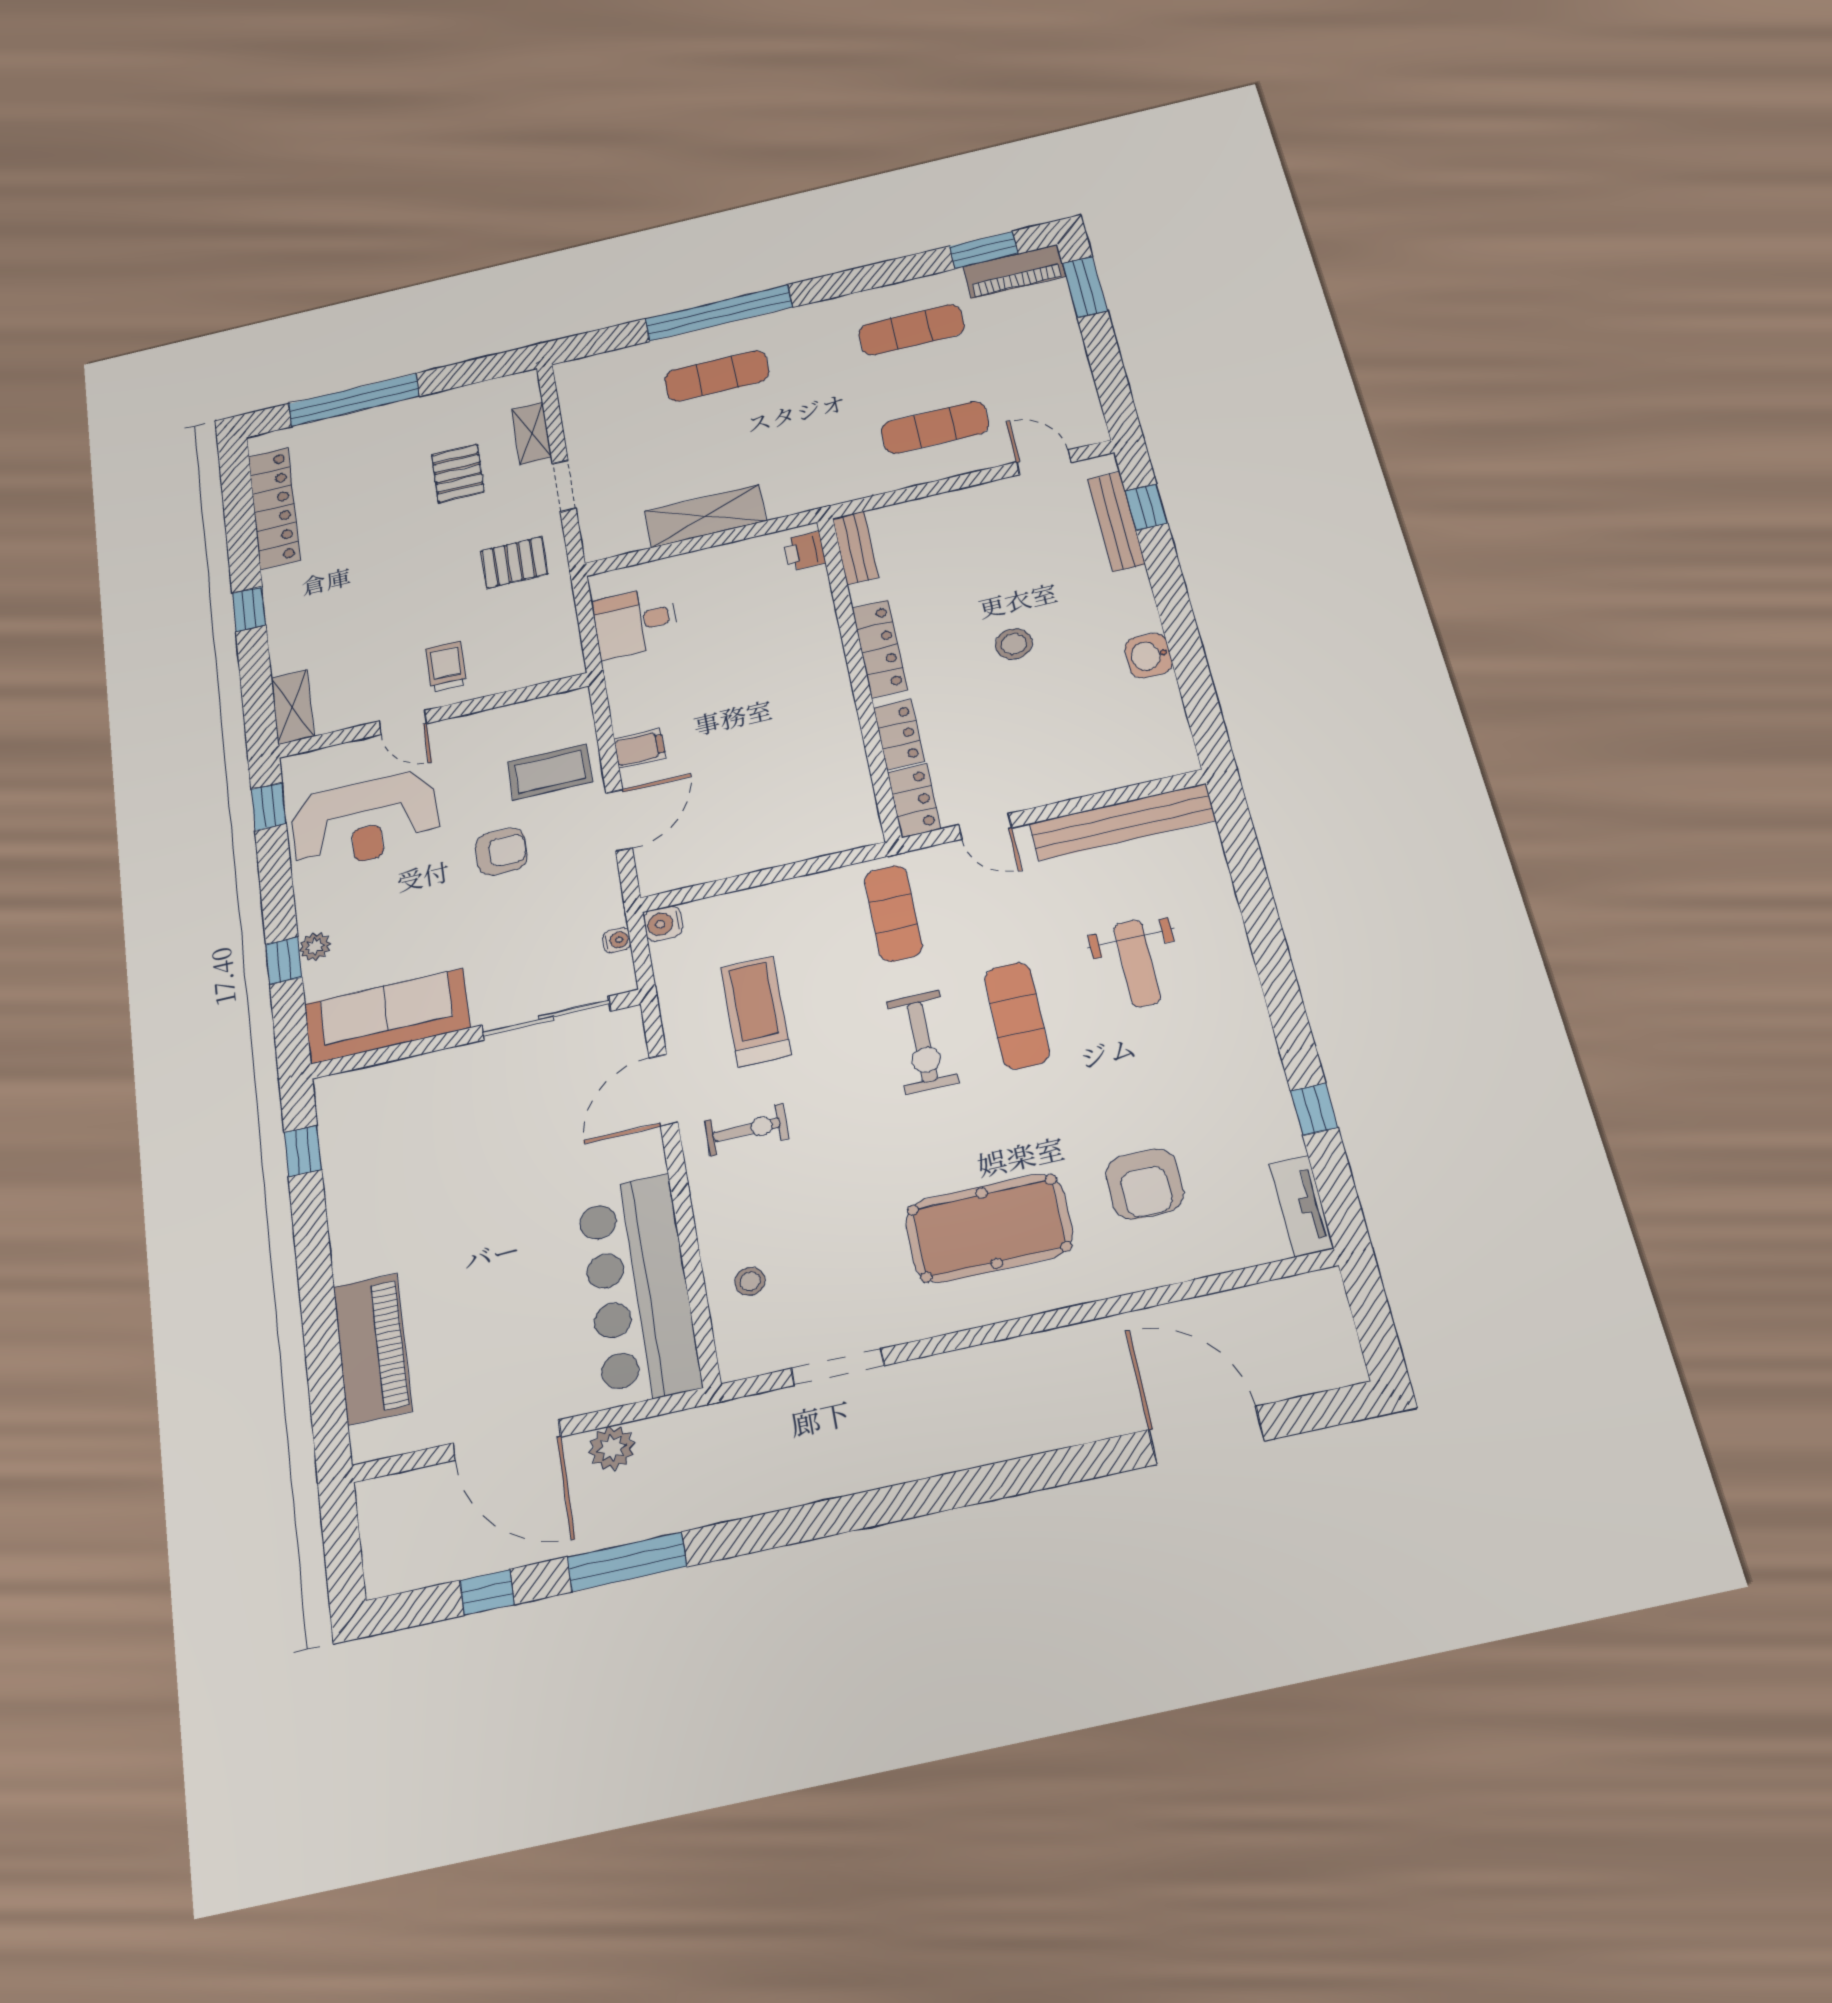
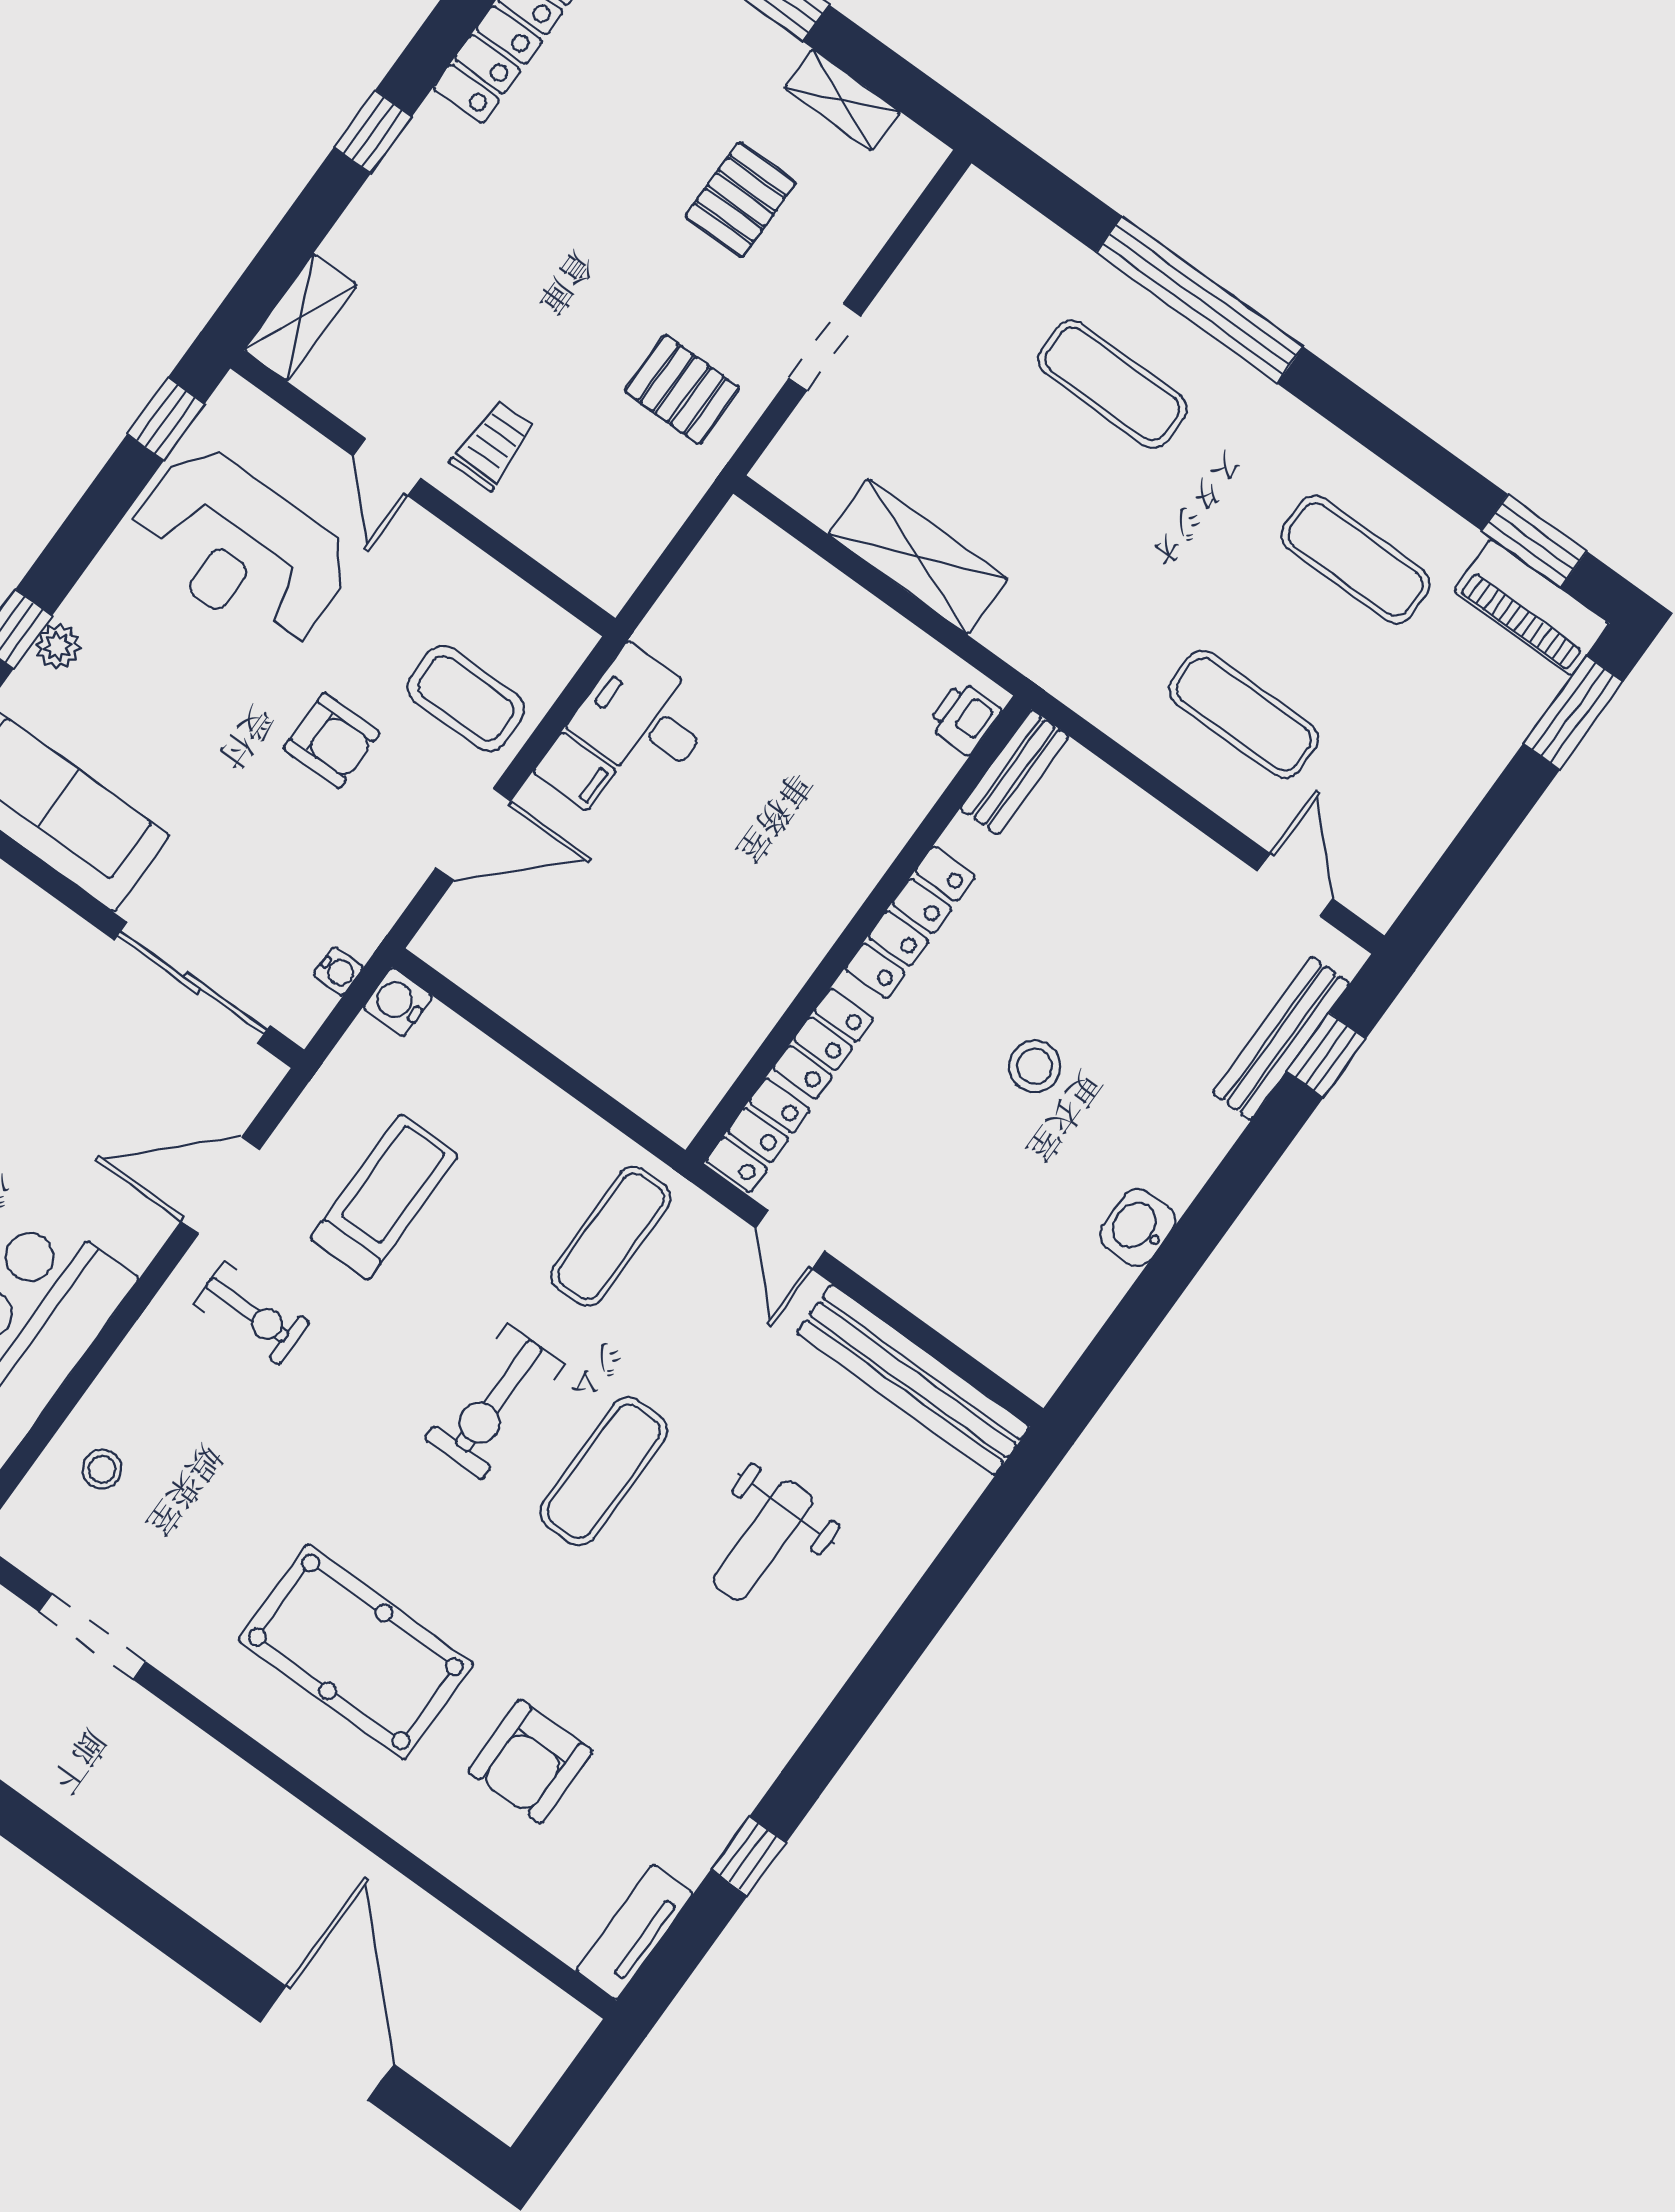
shelving: (531, 433) -> (842, 100), moved, turned 90
desk: (635, 622) -> (644, 718), moved

